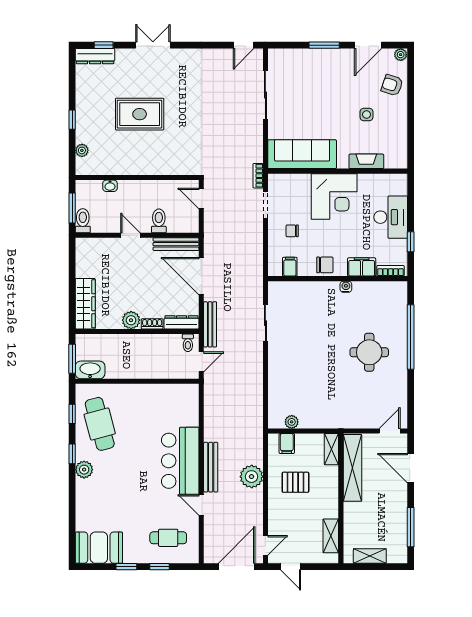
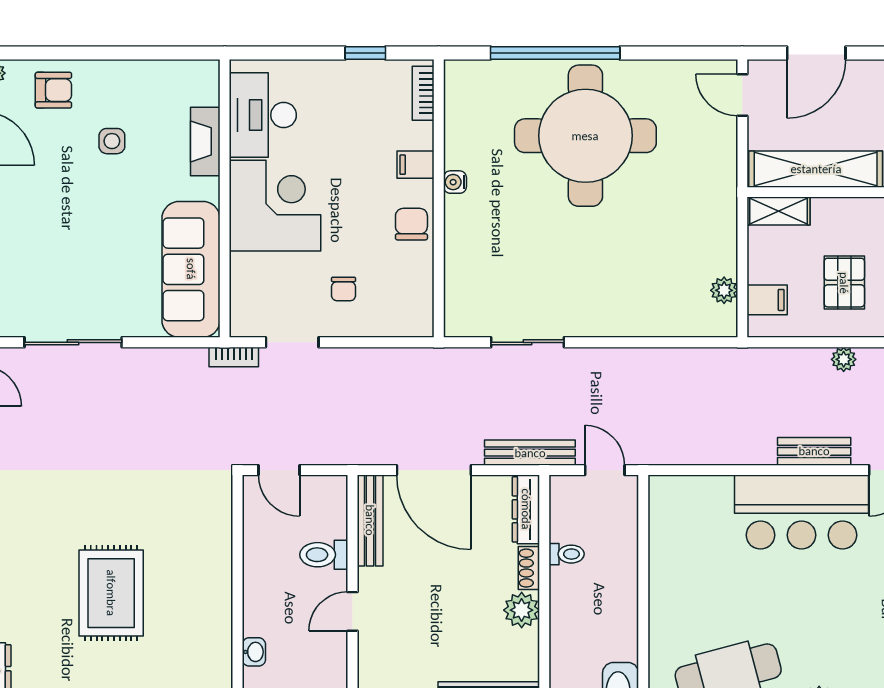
armchair: (392, 85) -> (53, 90), turned -108
door: (201, 198) -> (279, 470), hinge flipped
desk: (391, 217) -> (263, 115), moved, turned -90
filing cabinet: (290, 267) -> (415, 294), removed
filing cabinet: (362, 267) -> (416, 165), width x0.50
door: (201, 276) -> (434, 470), hinge flipped
toilet: (188, 343) -> (567, 554), moved
round table: (369, 352) -> (585, 136), width x1.86, depth x1.86
bench: (211, 467) -> (814, 451), width x0.73
plant: (252, 477) -> (844, 359), width x0.53, depth x0.53

